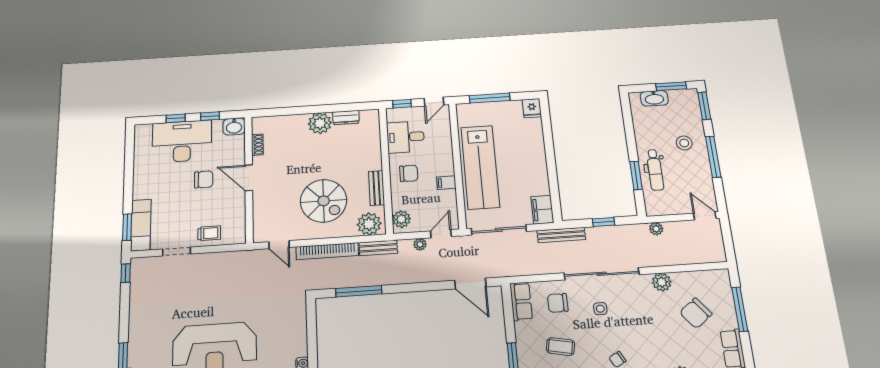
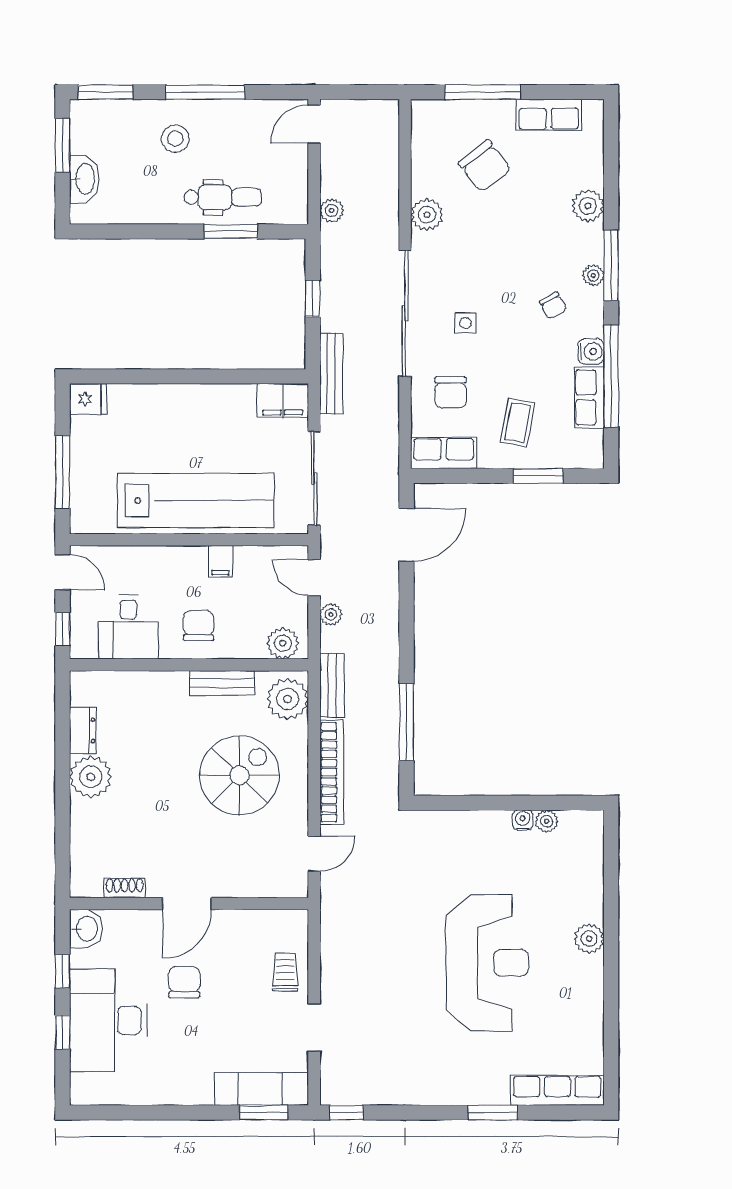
coffee table: (560, 347) -> (518, 423), moved

